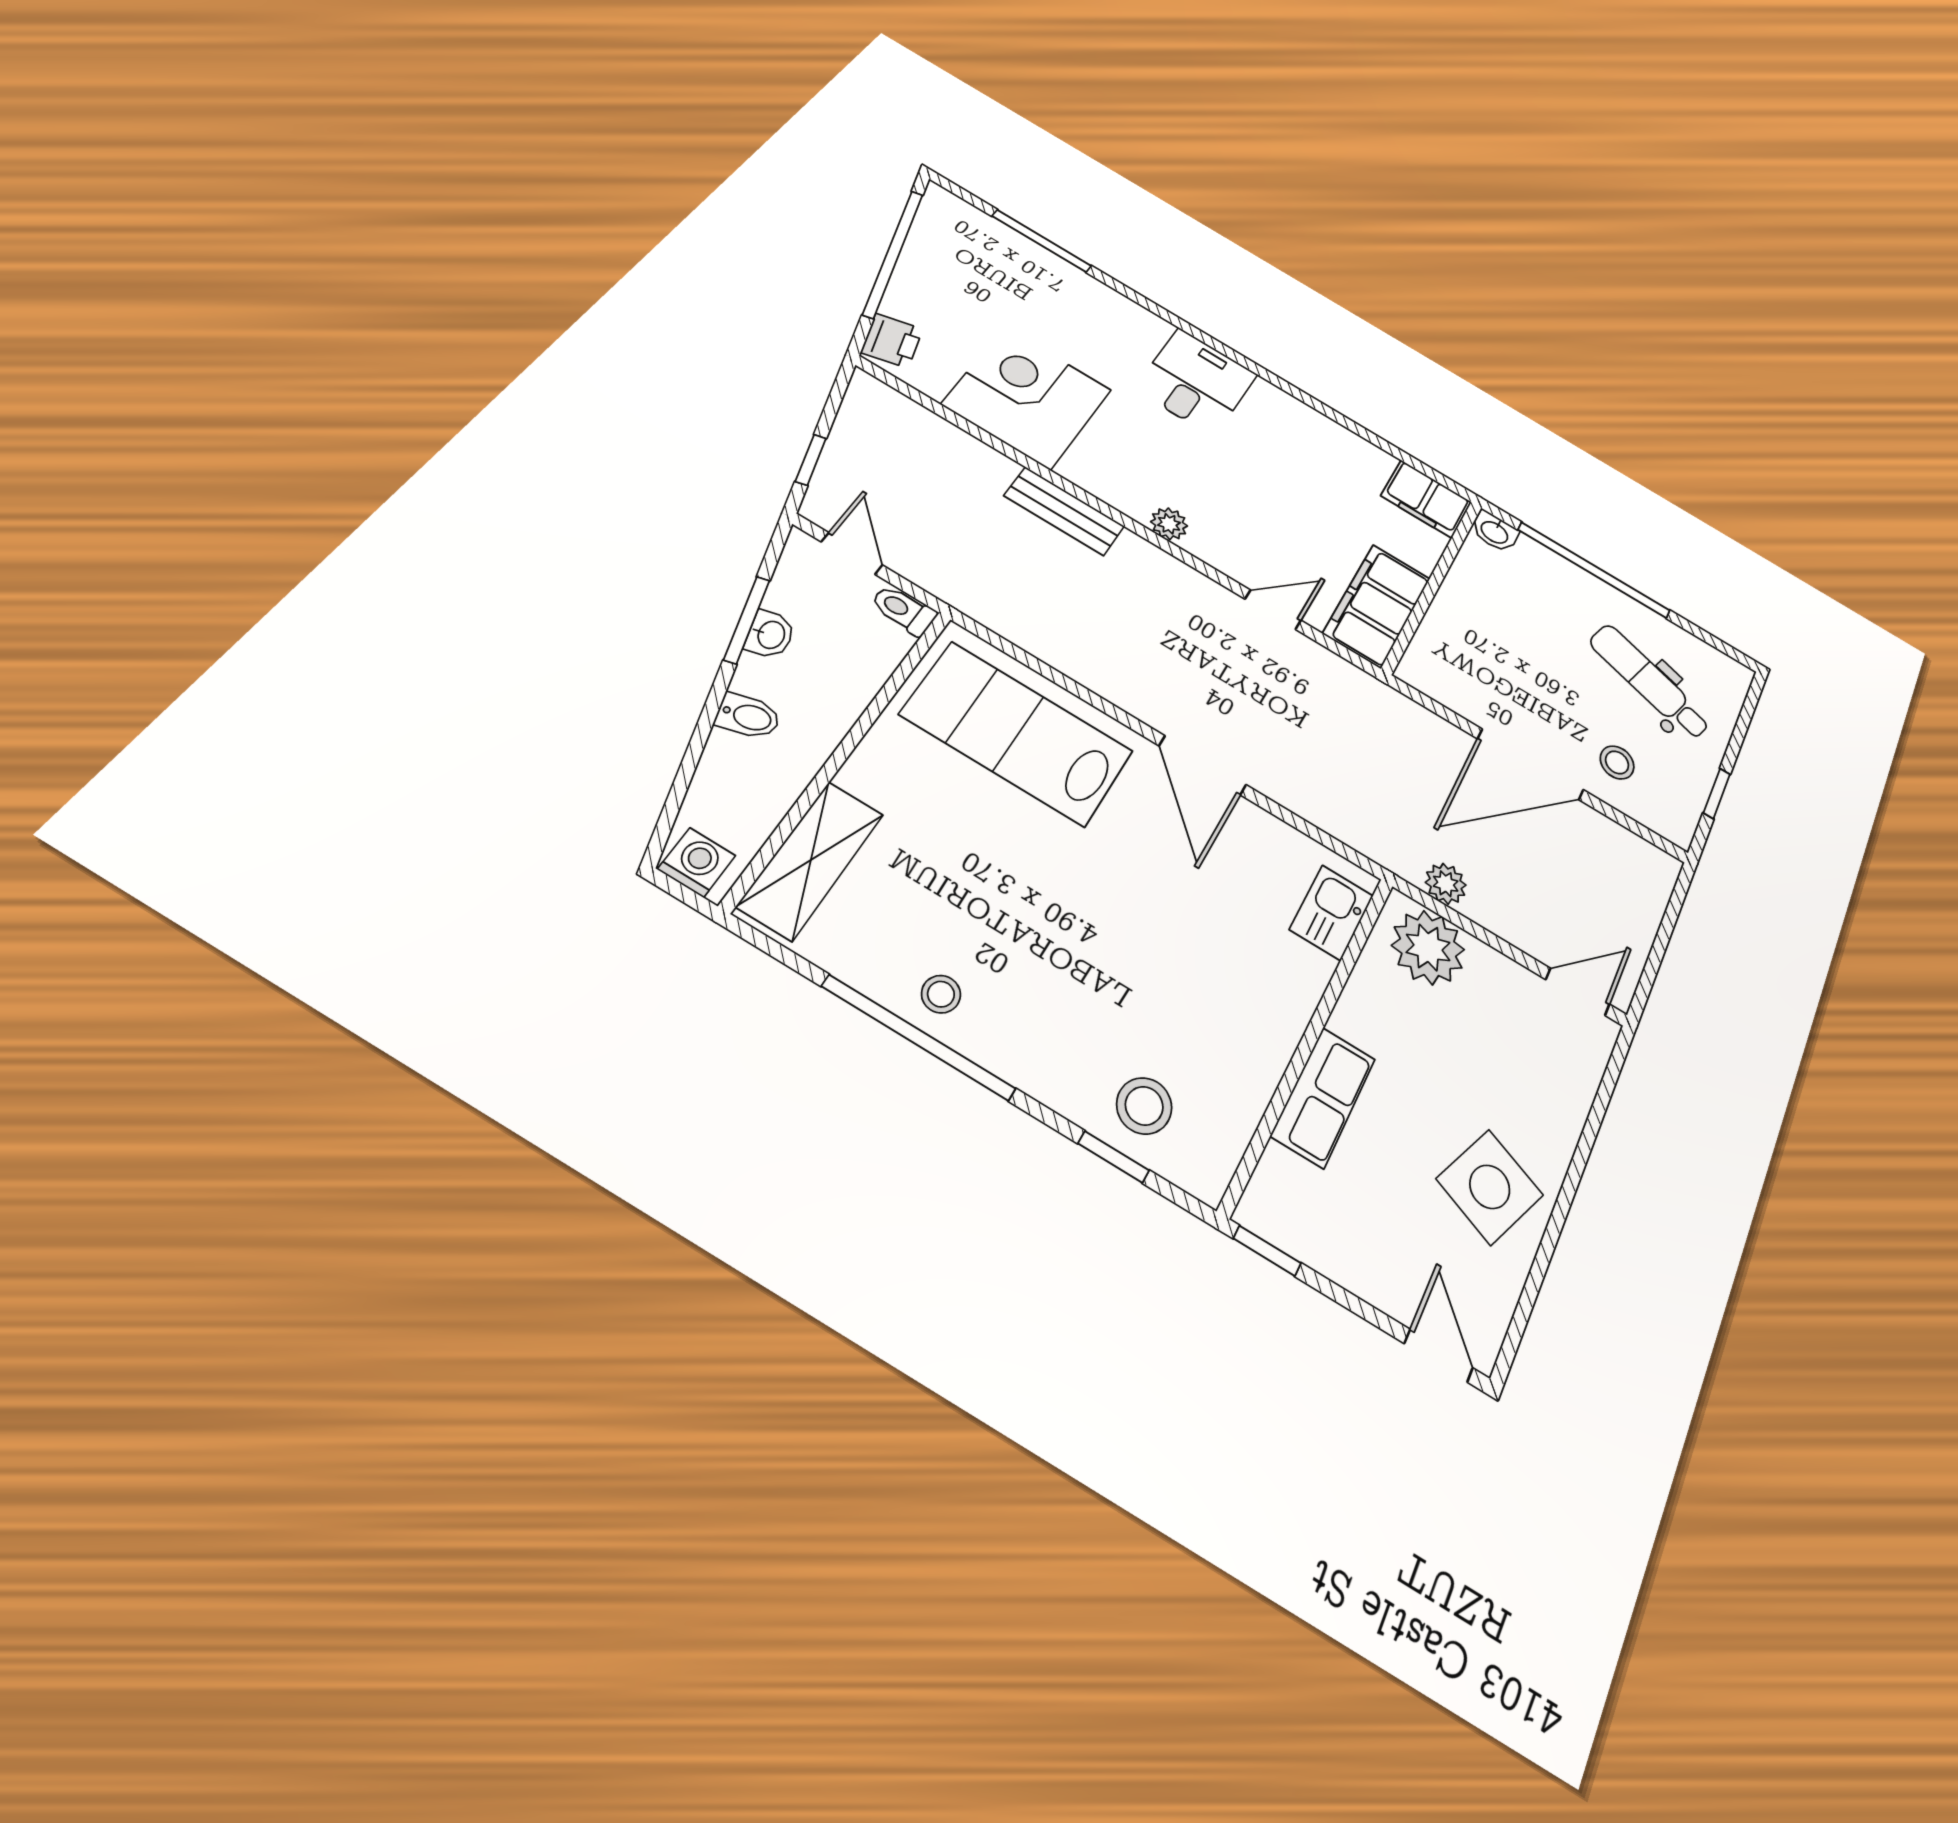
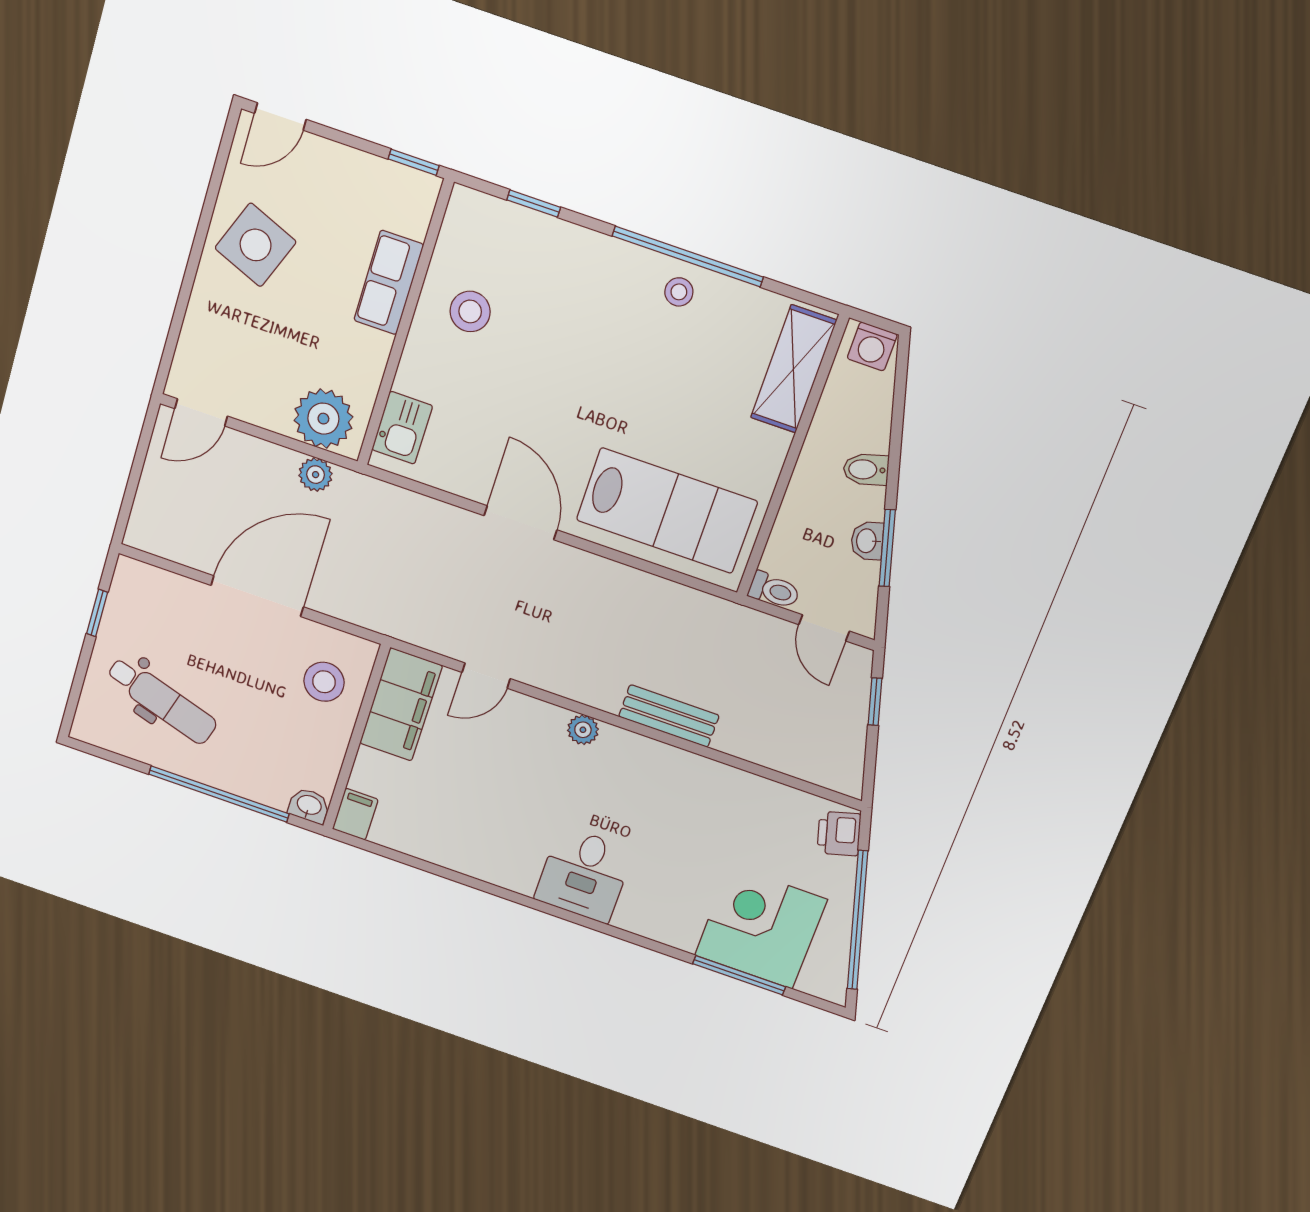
corner desk: (1027, 397) -> (761, 927), moved, turned 180
filing cabinet: (1426, 499) -> (355, 814), width x0.50
stool: (1617, 762) -> (324, 682), moved, width x1.37, depth x1.37
stool: (1144, 1106) -> (470, 311), moved
door: (1439, 1356) -> (280, 116), hinge flipped

